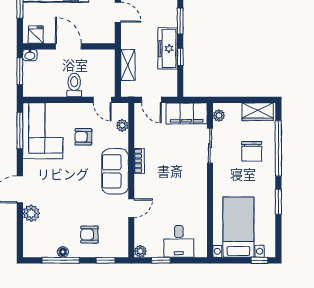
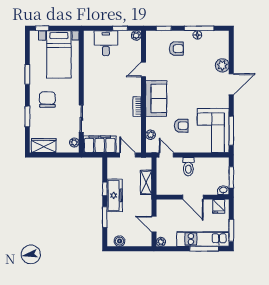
window: (278, 149) -> (27, 116), width x0.47
chair: (252, 151) -> (47, 100), moved

